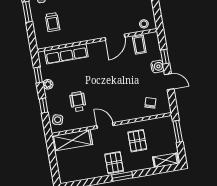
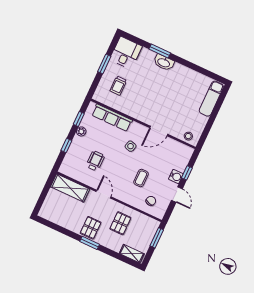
coffee table: (139, 45) -> (141, 178), moved
side table: (58, 120) -> (131, 146), moved

